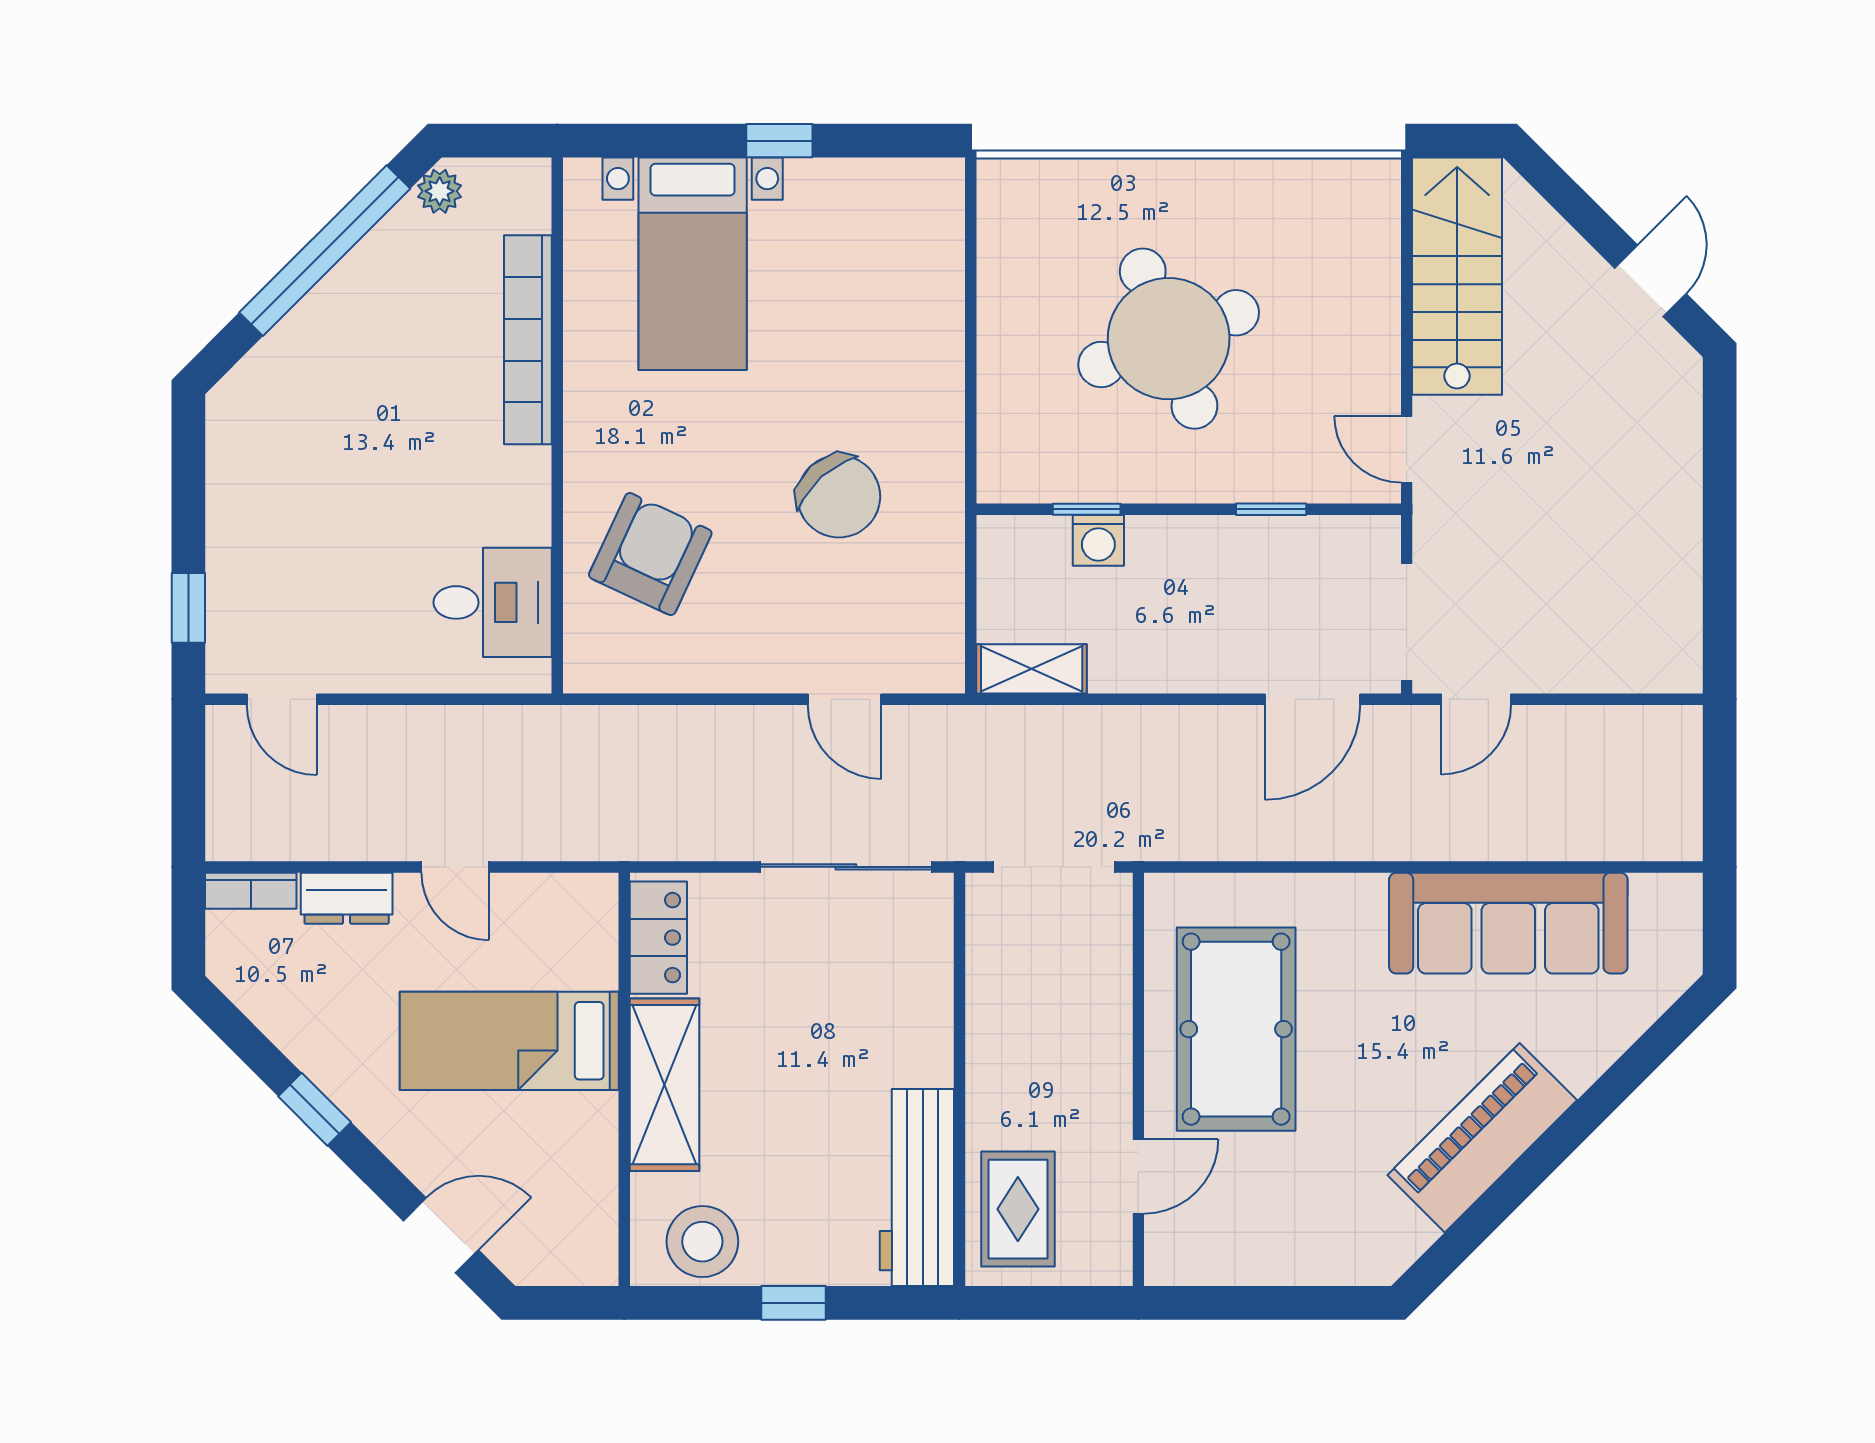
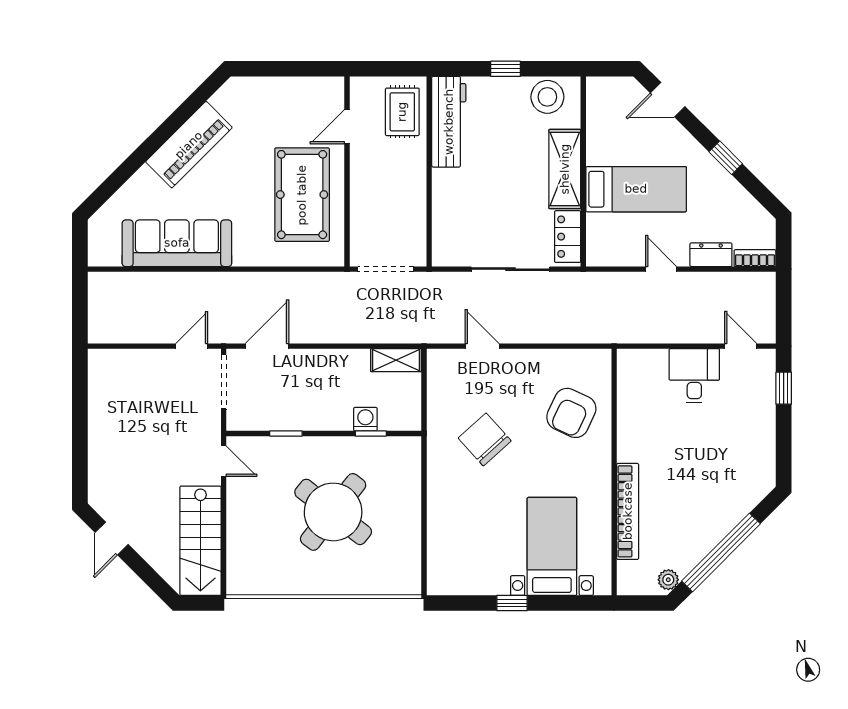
round table: (1169, 339) -> (333, 512), turned -31
desk: (493, 602) -> (694, 376), moved, turned 90
sliding door: (846, 867) -> (510, 269), moved

